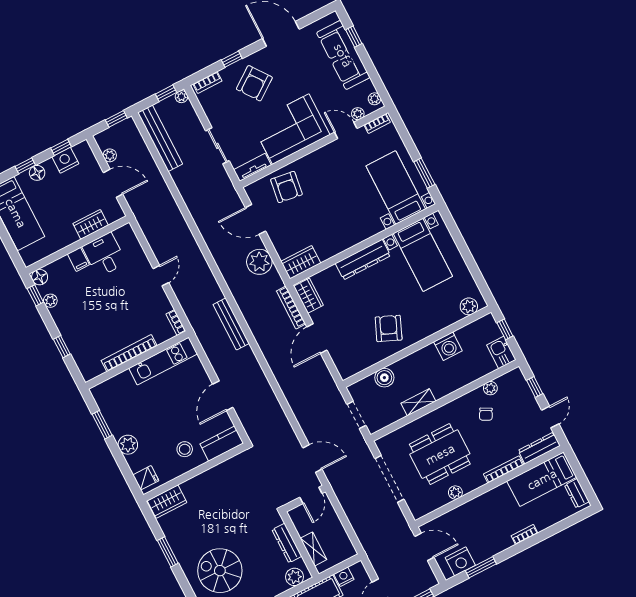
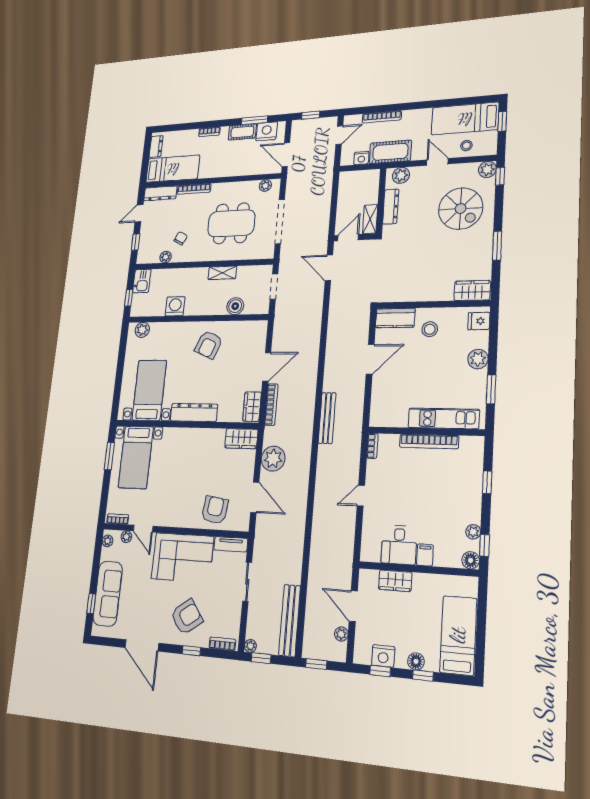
kitchen unit: (163, 361) -> (444, 418), moved
plant: (455, 492) -> (265, 186), moved
shelving: (313, 549) -> (370, 219), moved
cot: (487, 550) -> (242, 132), added

